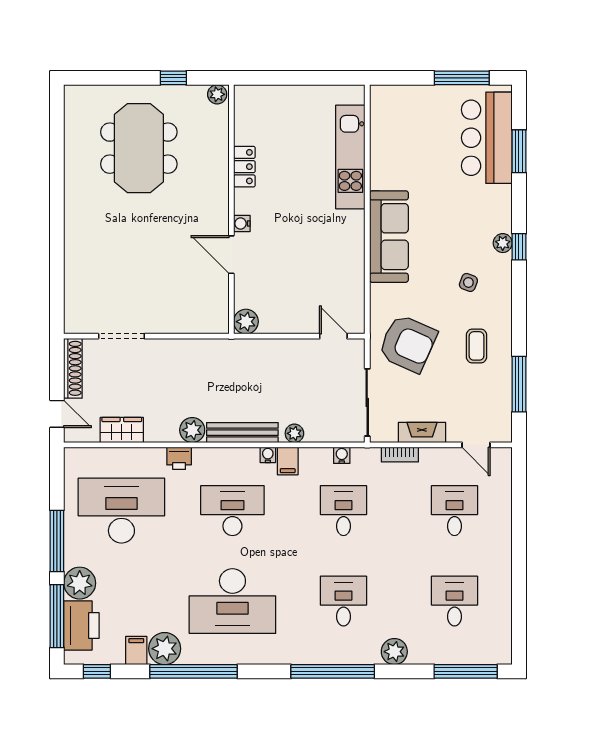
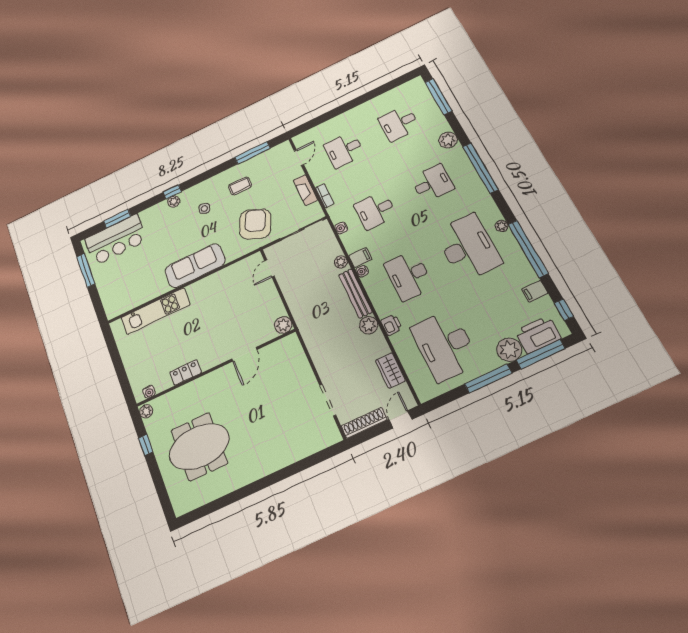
water cooler: (242, 223) -> (149, 392), moved
desk: (343, 601) -> (432, 183), turned 180
plant: (165, 649) -> (502, 226), moved, width x0.53, depth x0.53

